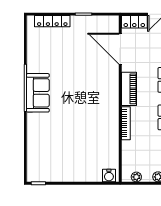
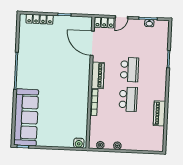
sofa: (38, 93) -> (26, 117), moved, width x1.85, depth x1.27

